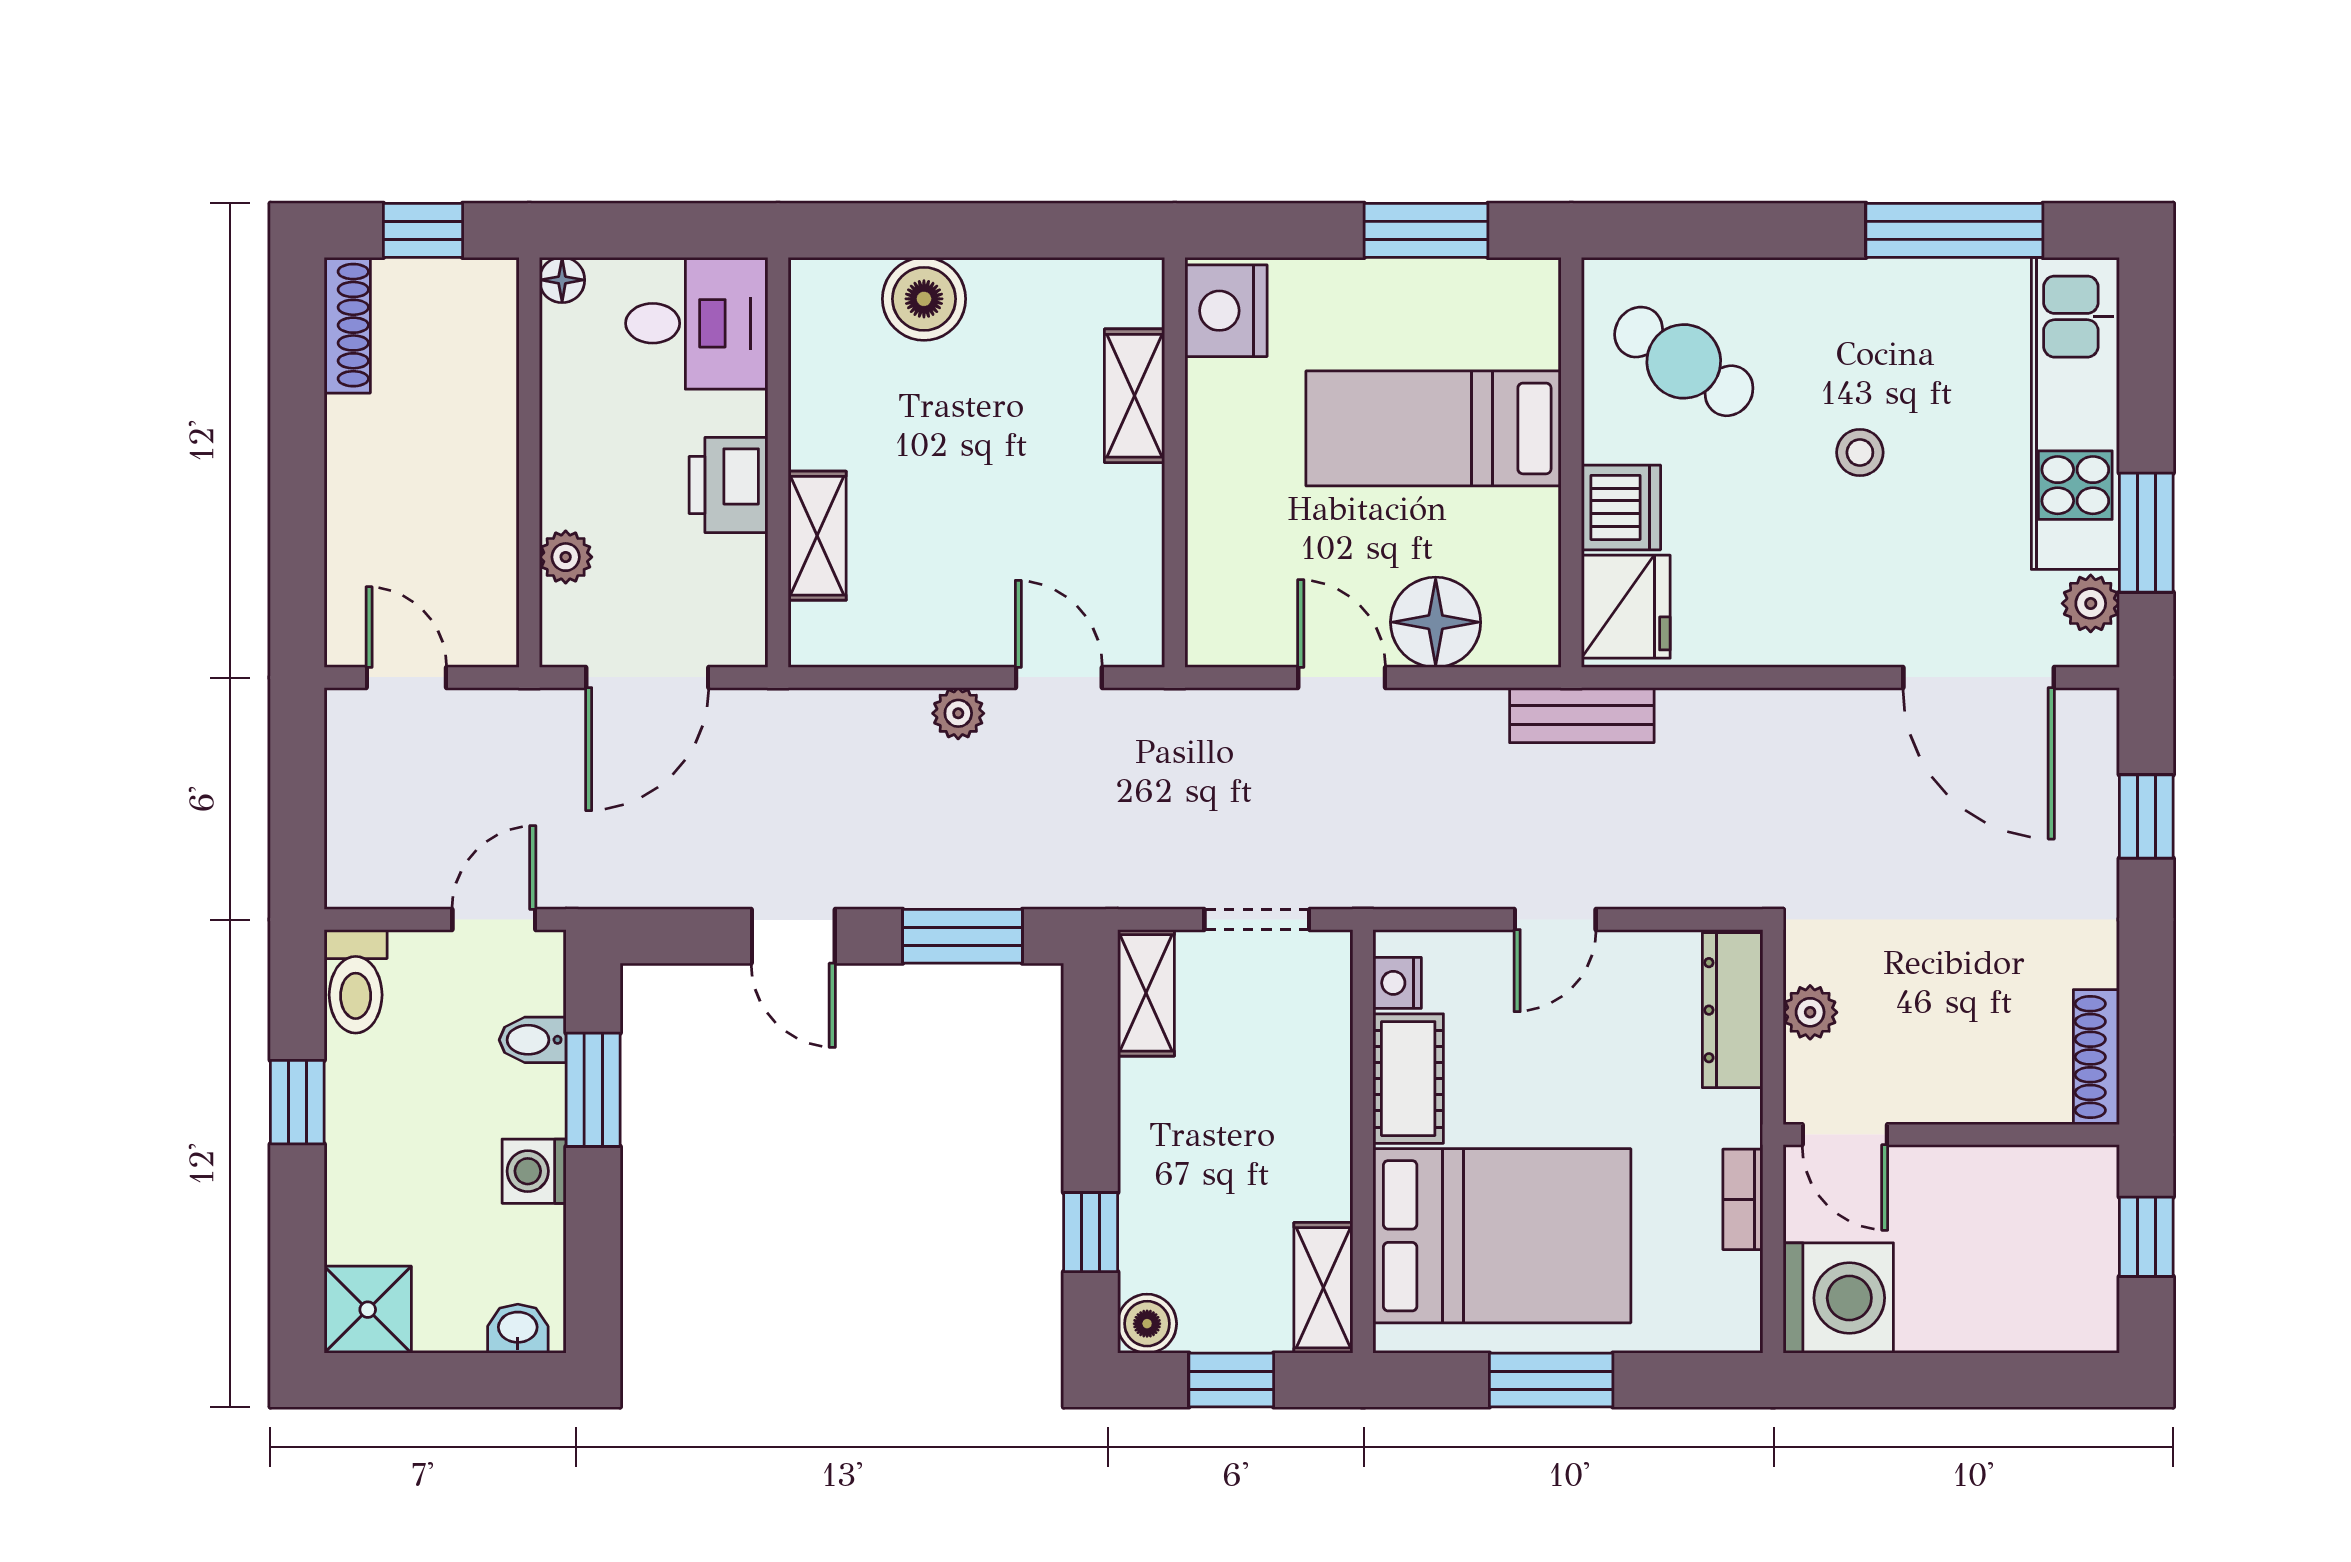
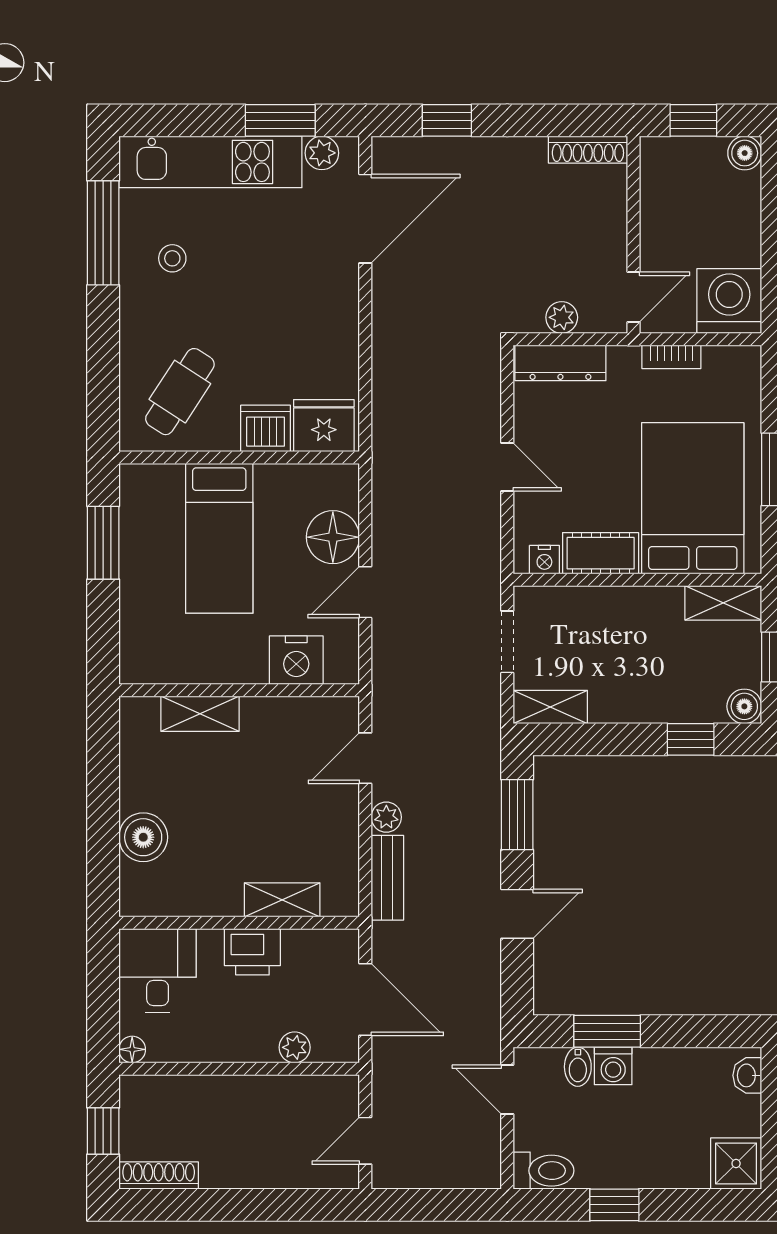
nightstand: (1226, 311) -> (296, 660), moved
stool: (1860, 452) -> (172, 258), moved
bench: (1582, 715) -> (387, 878), moved
washing machine: (534, 1171) -> (613, 1066), moved
boiler: (2090, 1324) -> (745, 153), added

